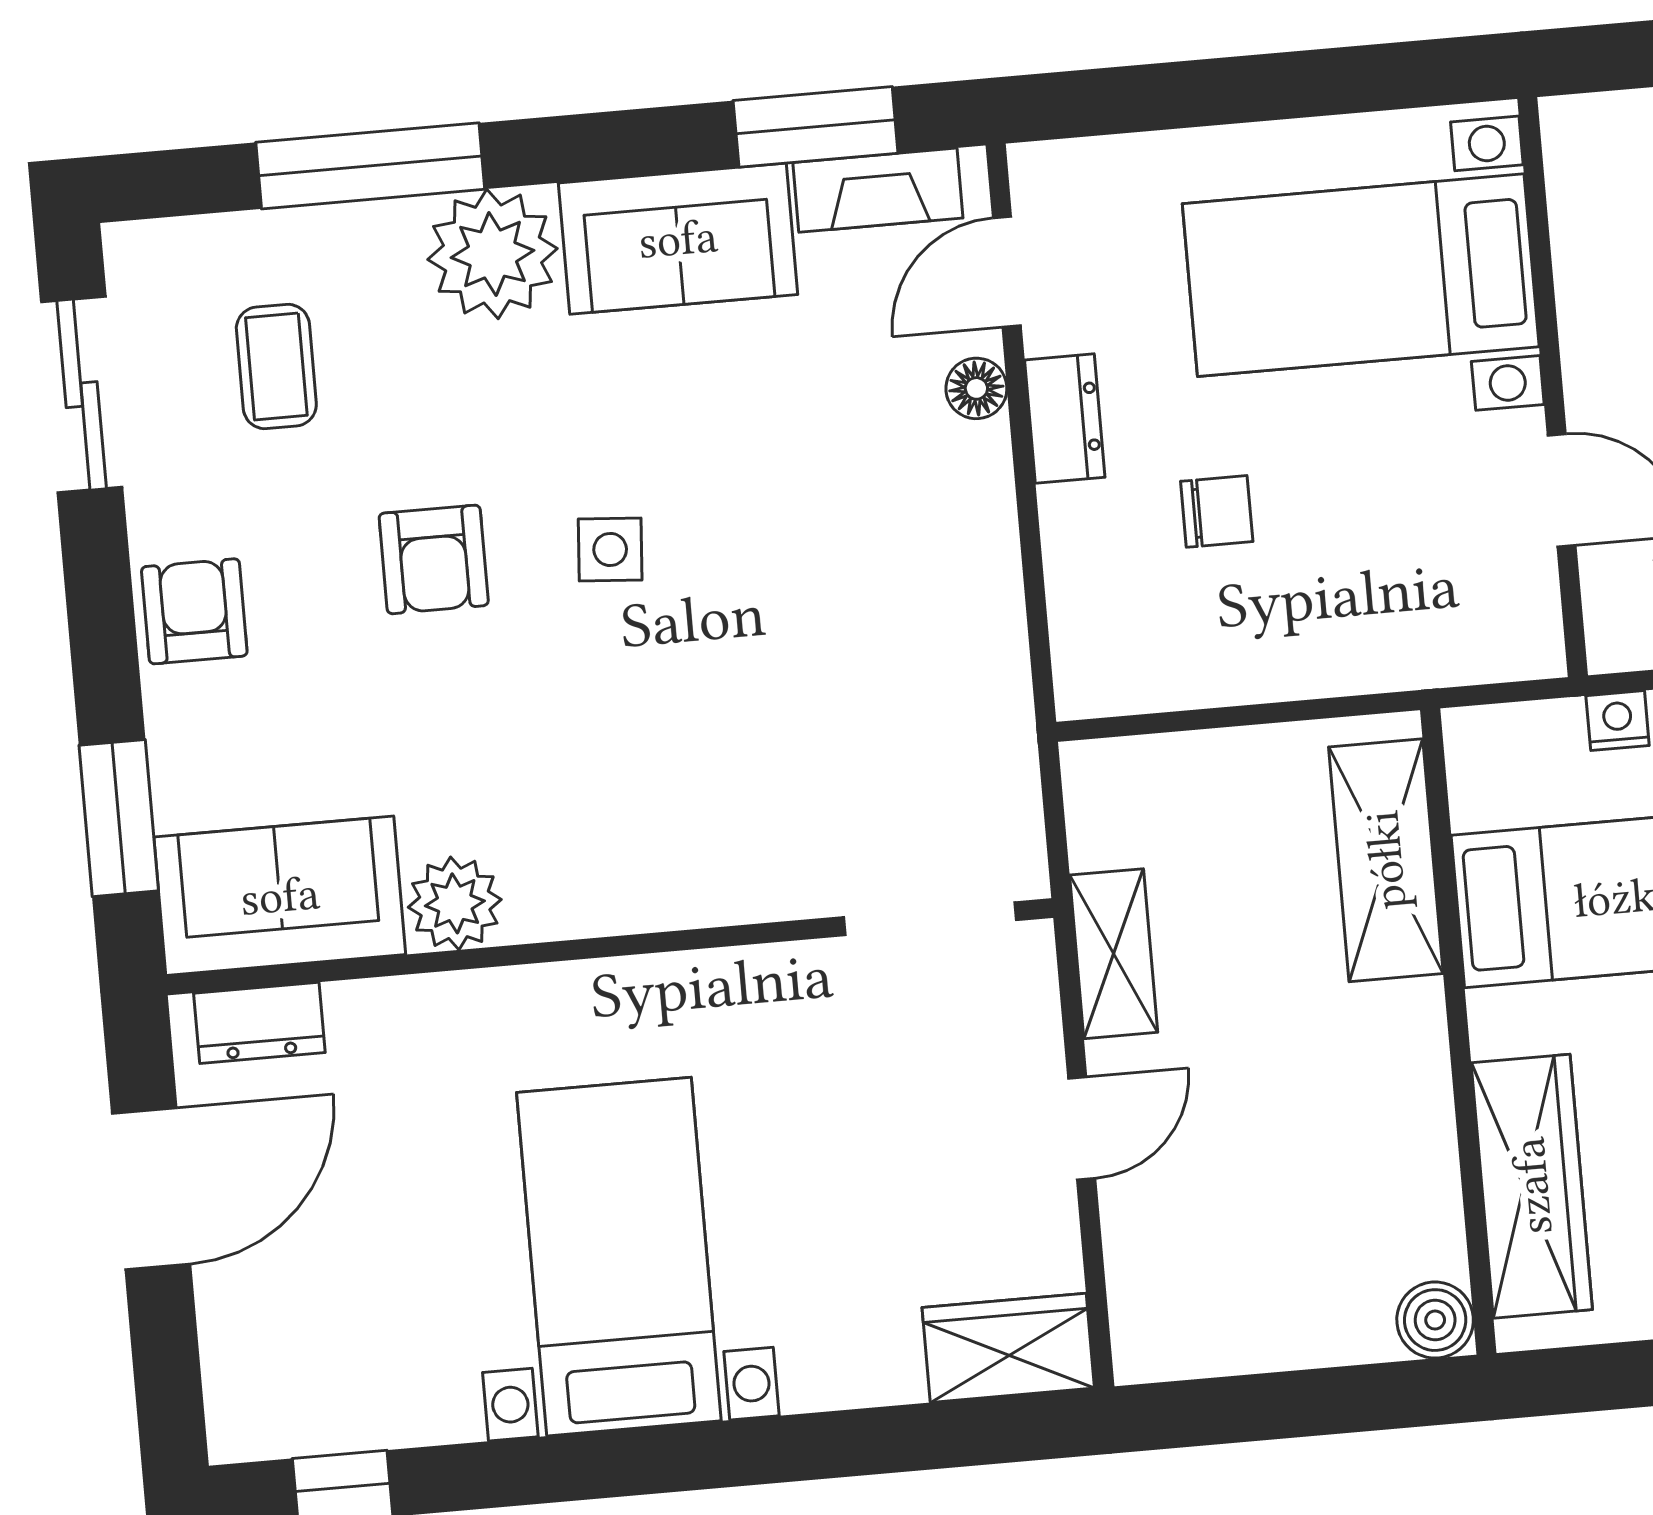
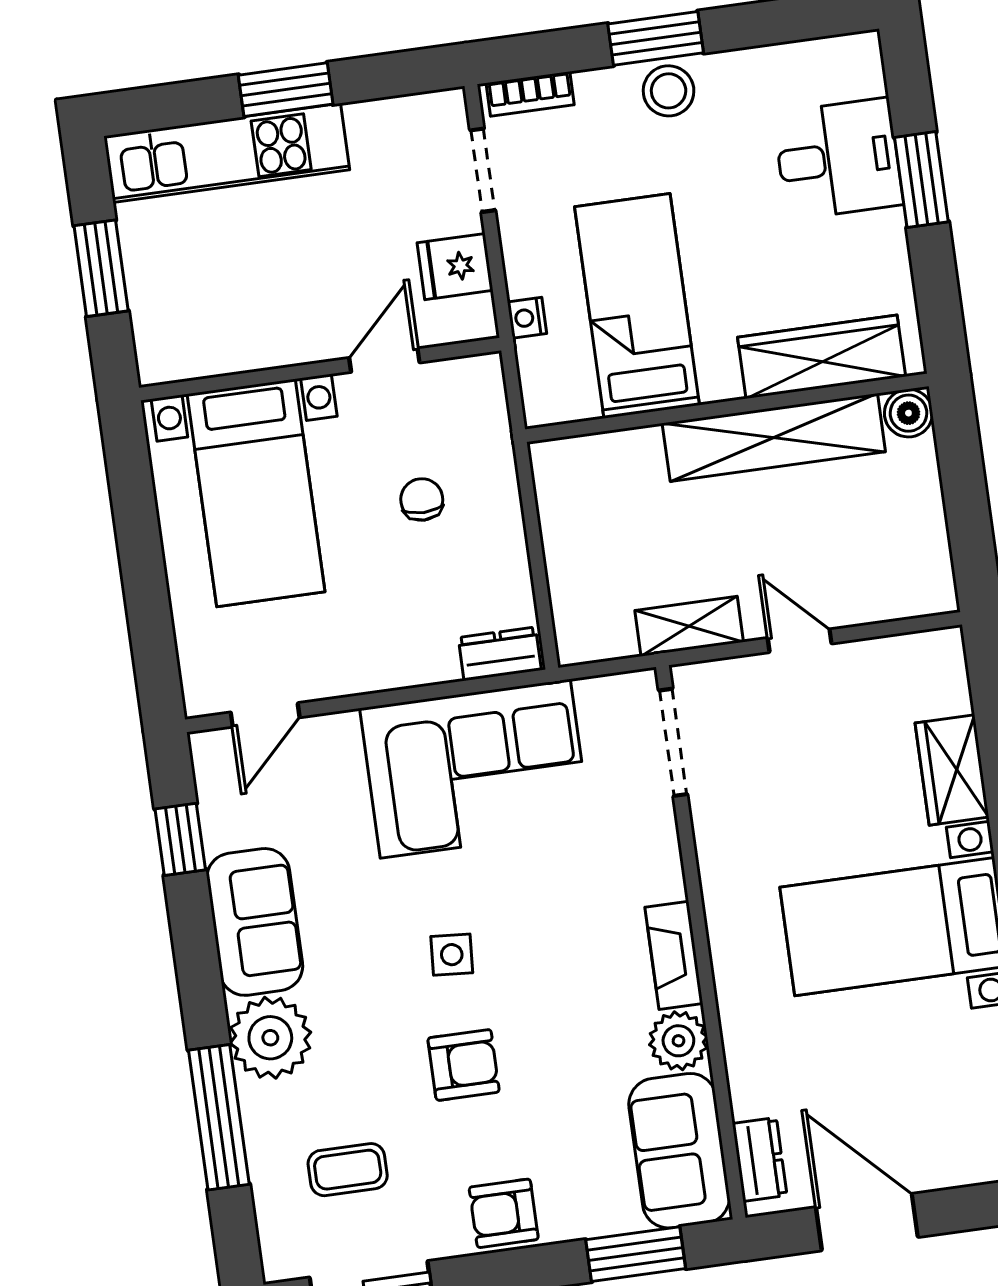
window: (816, 127) -> (180, 839), width x0.67
fireplace: (878, 190) -> (674, 955), moved, turned 180
door: (1007, 272) -> (265, 715), hinge flipped
floor lamp: (976, 388) -> (339, 730), removed
dresser: (1065, 419) -> (500, 654), moved
chair: (1217, 511) -> (422, 499), moved
corner sofa: (904, 602) -> (475, 769), added
shelving: (1386, 860) -> (774, 437), moved, width x1.47
wardrobe: (1008, 1348) -> (952, 770), moved

